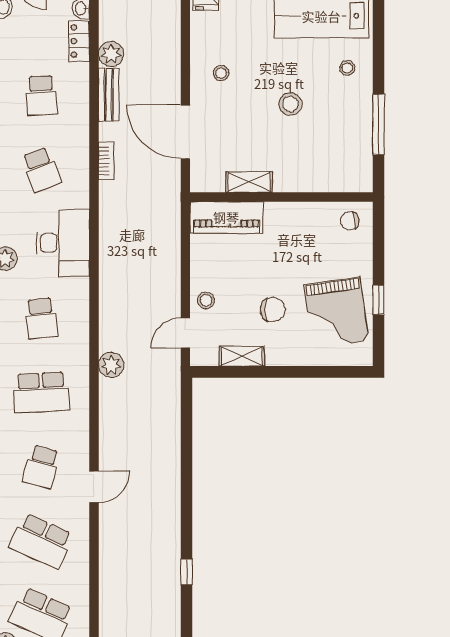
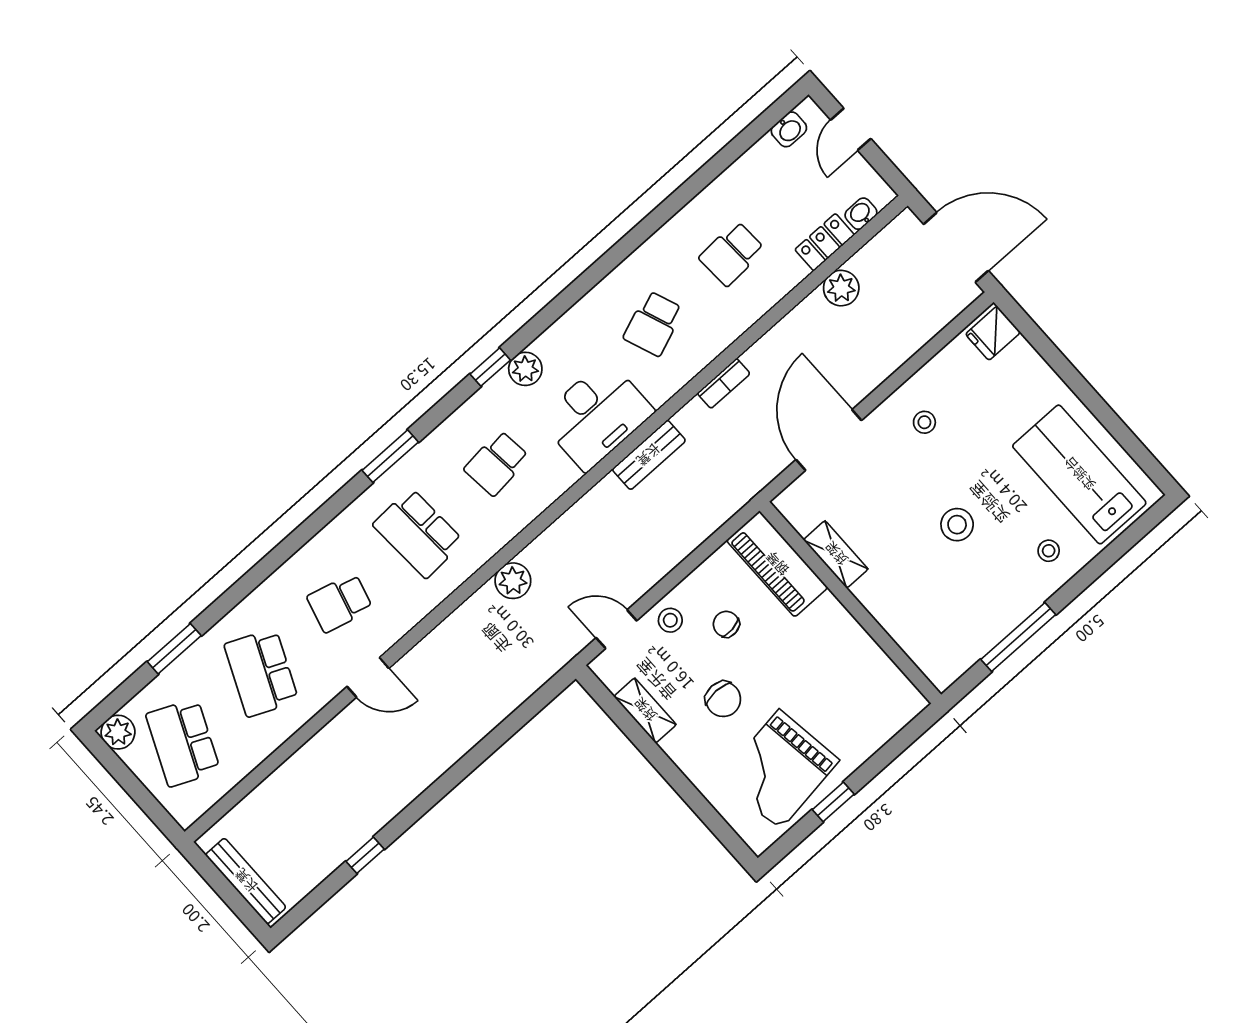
bench: (109, 95) -> (649, 455), moved
chair: (350, 221) -> (726, 624), moved

